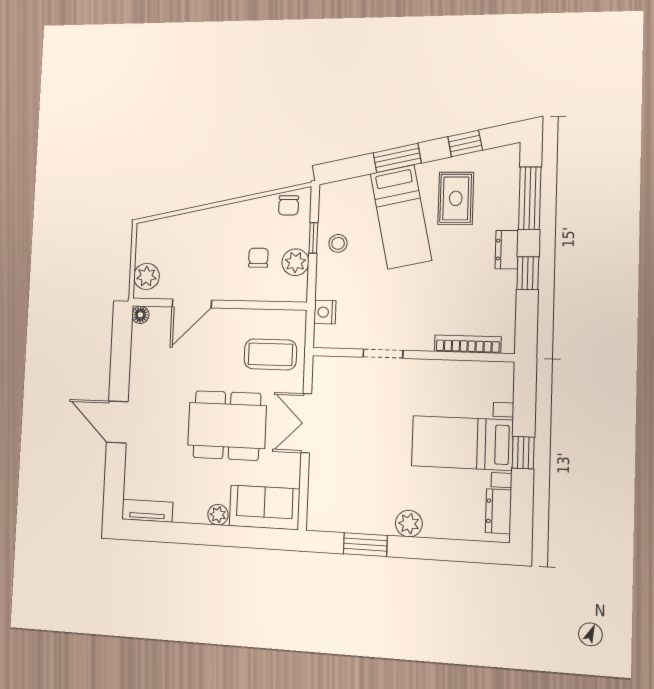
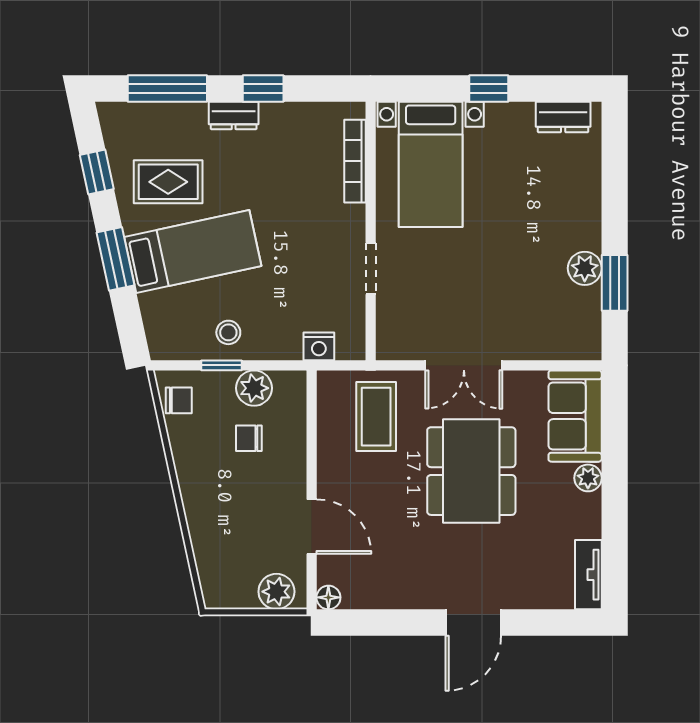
bed with nightstands: (462, 443) -> (431, 164), moved
plant: (409, 524) -> (585, 268), moved

